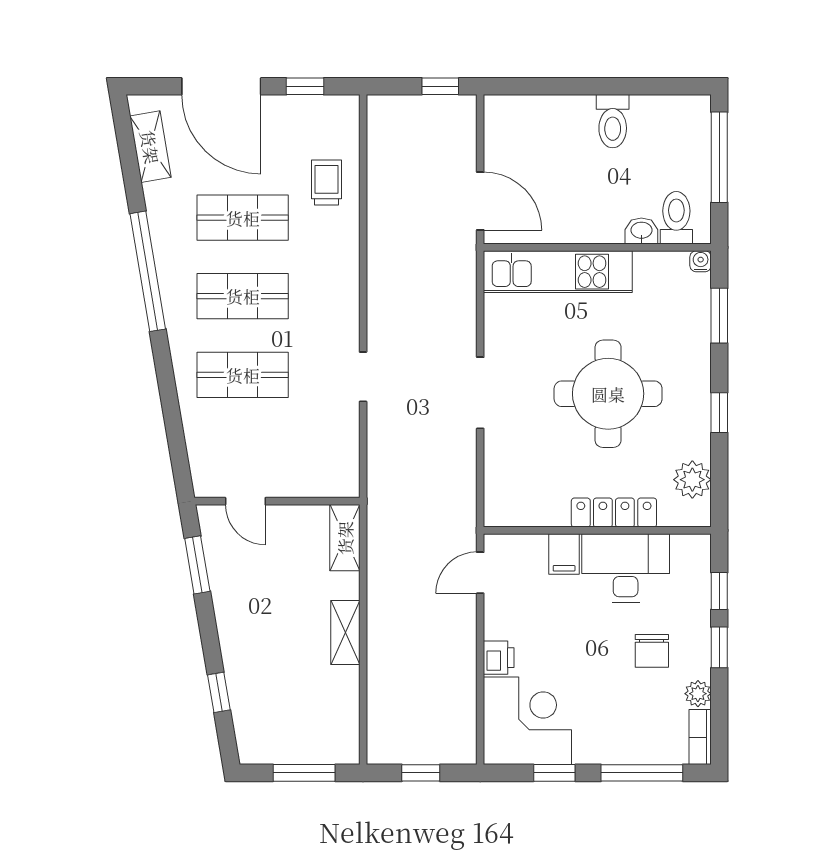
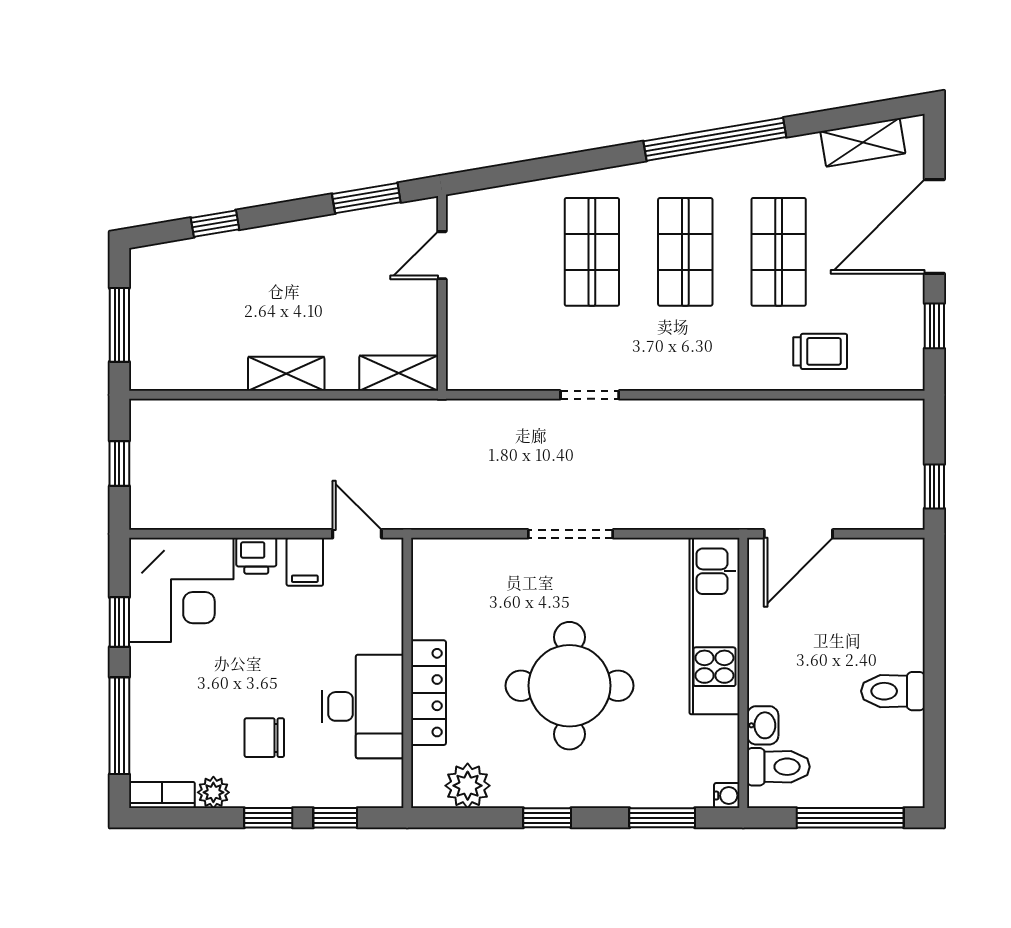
filing cabinet: (564, 554) -> (305, 562), moved, turned -90

